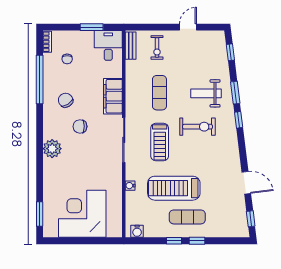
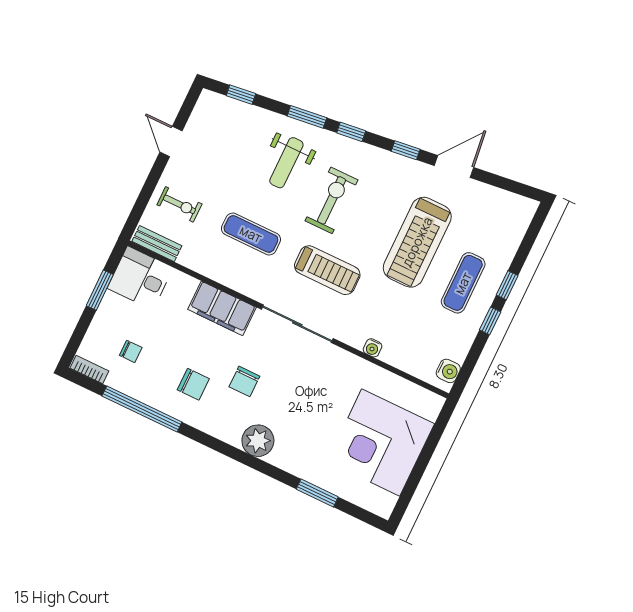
chair: (66, 100) -> (193, 384), turned -147
treadmill: (174, 188) -> (417, 242), moved
window: (40, 214) -> (317, 493), moved
window: (251, 219) -> (406, 150), moved

